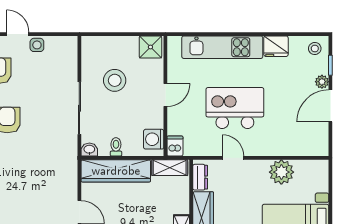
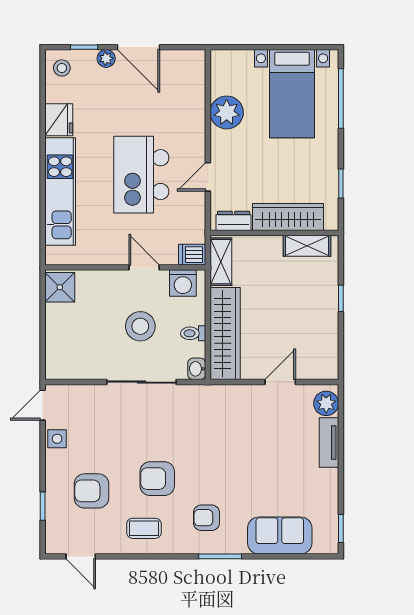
door: (18, 34) -> (43, 405), moved
stool: (115, 80) -> (140, 326), moved
door: (165, 95) -> (144, 267), moved

